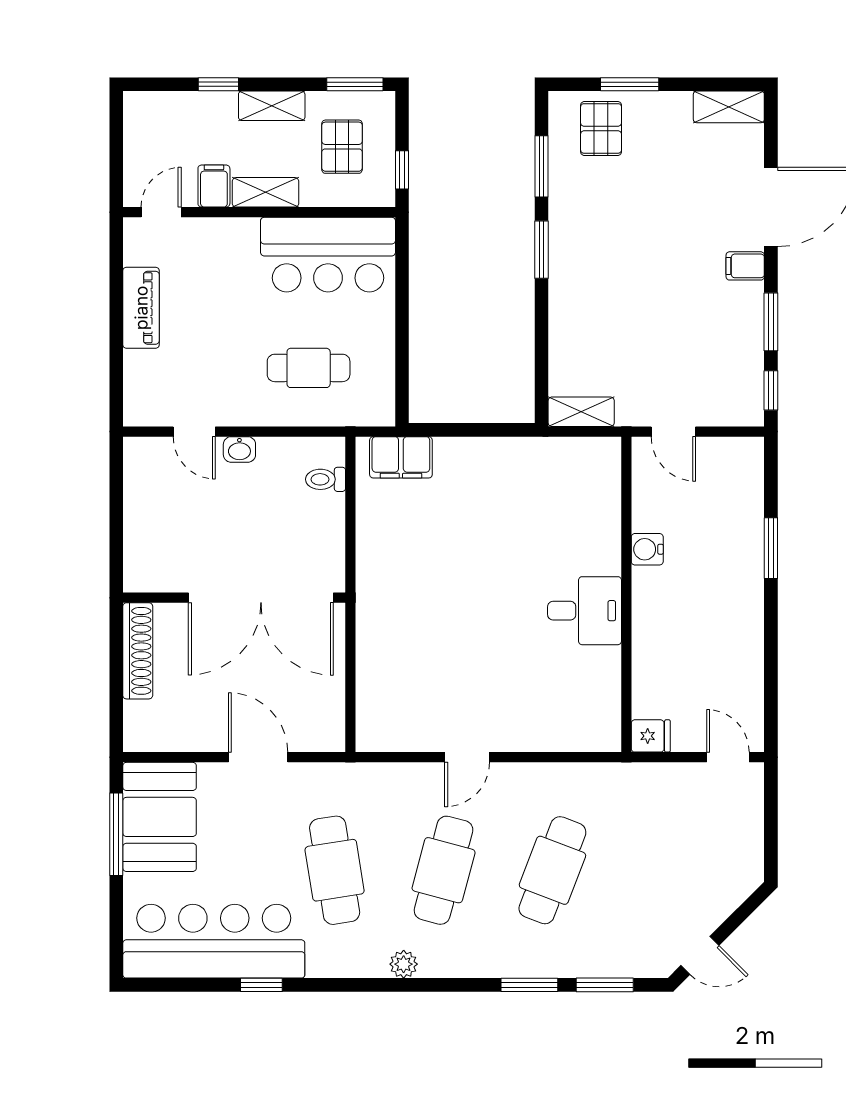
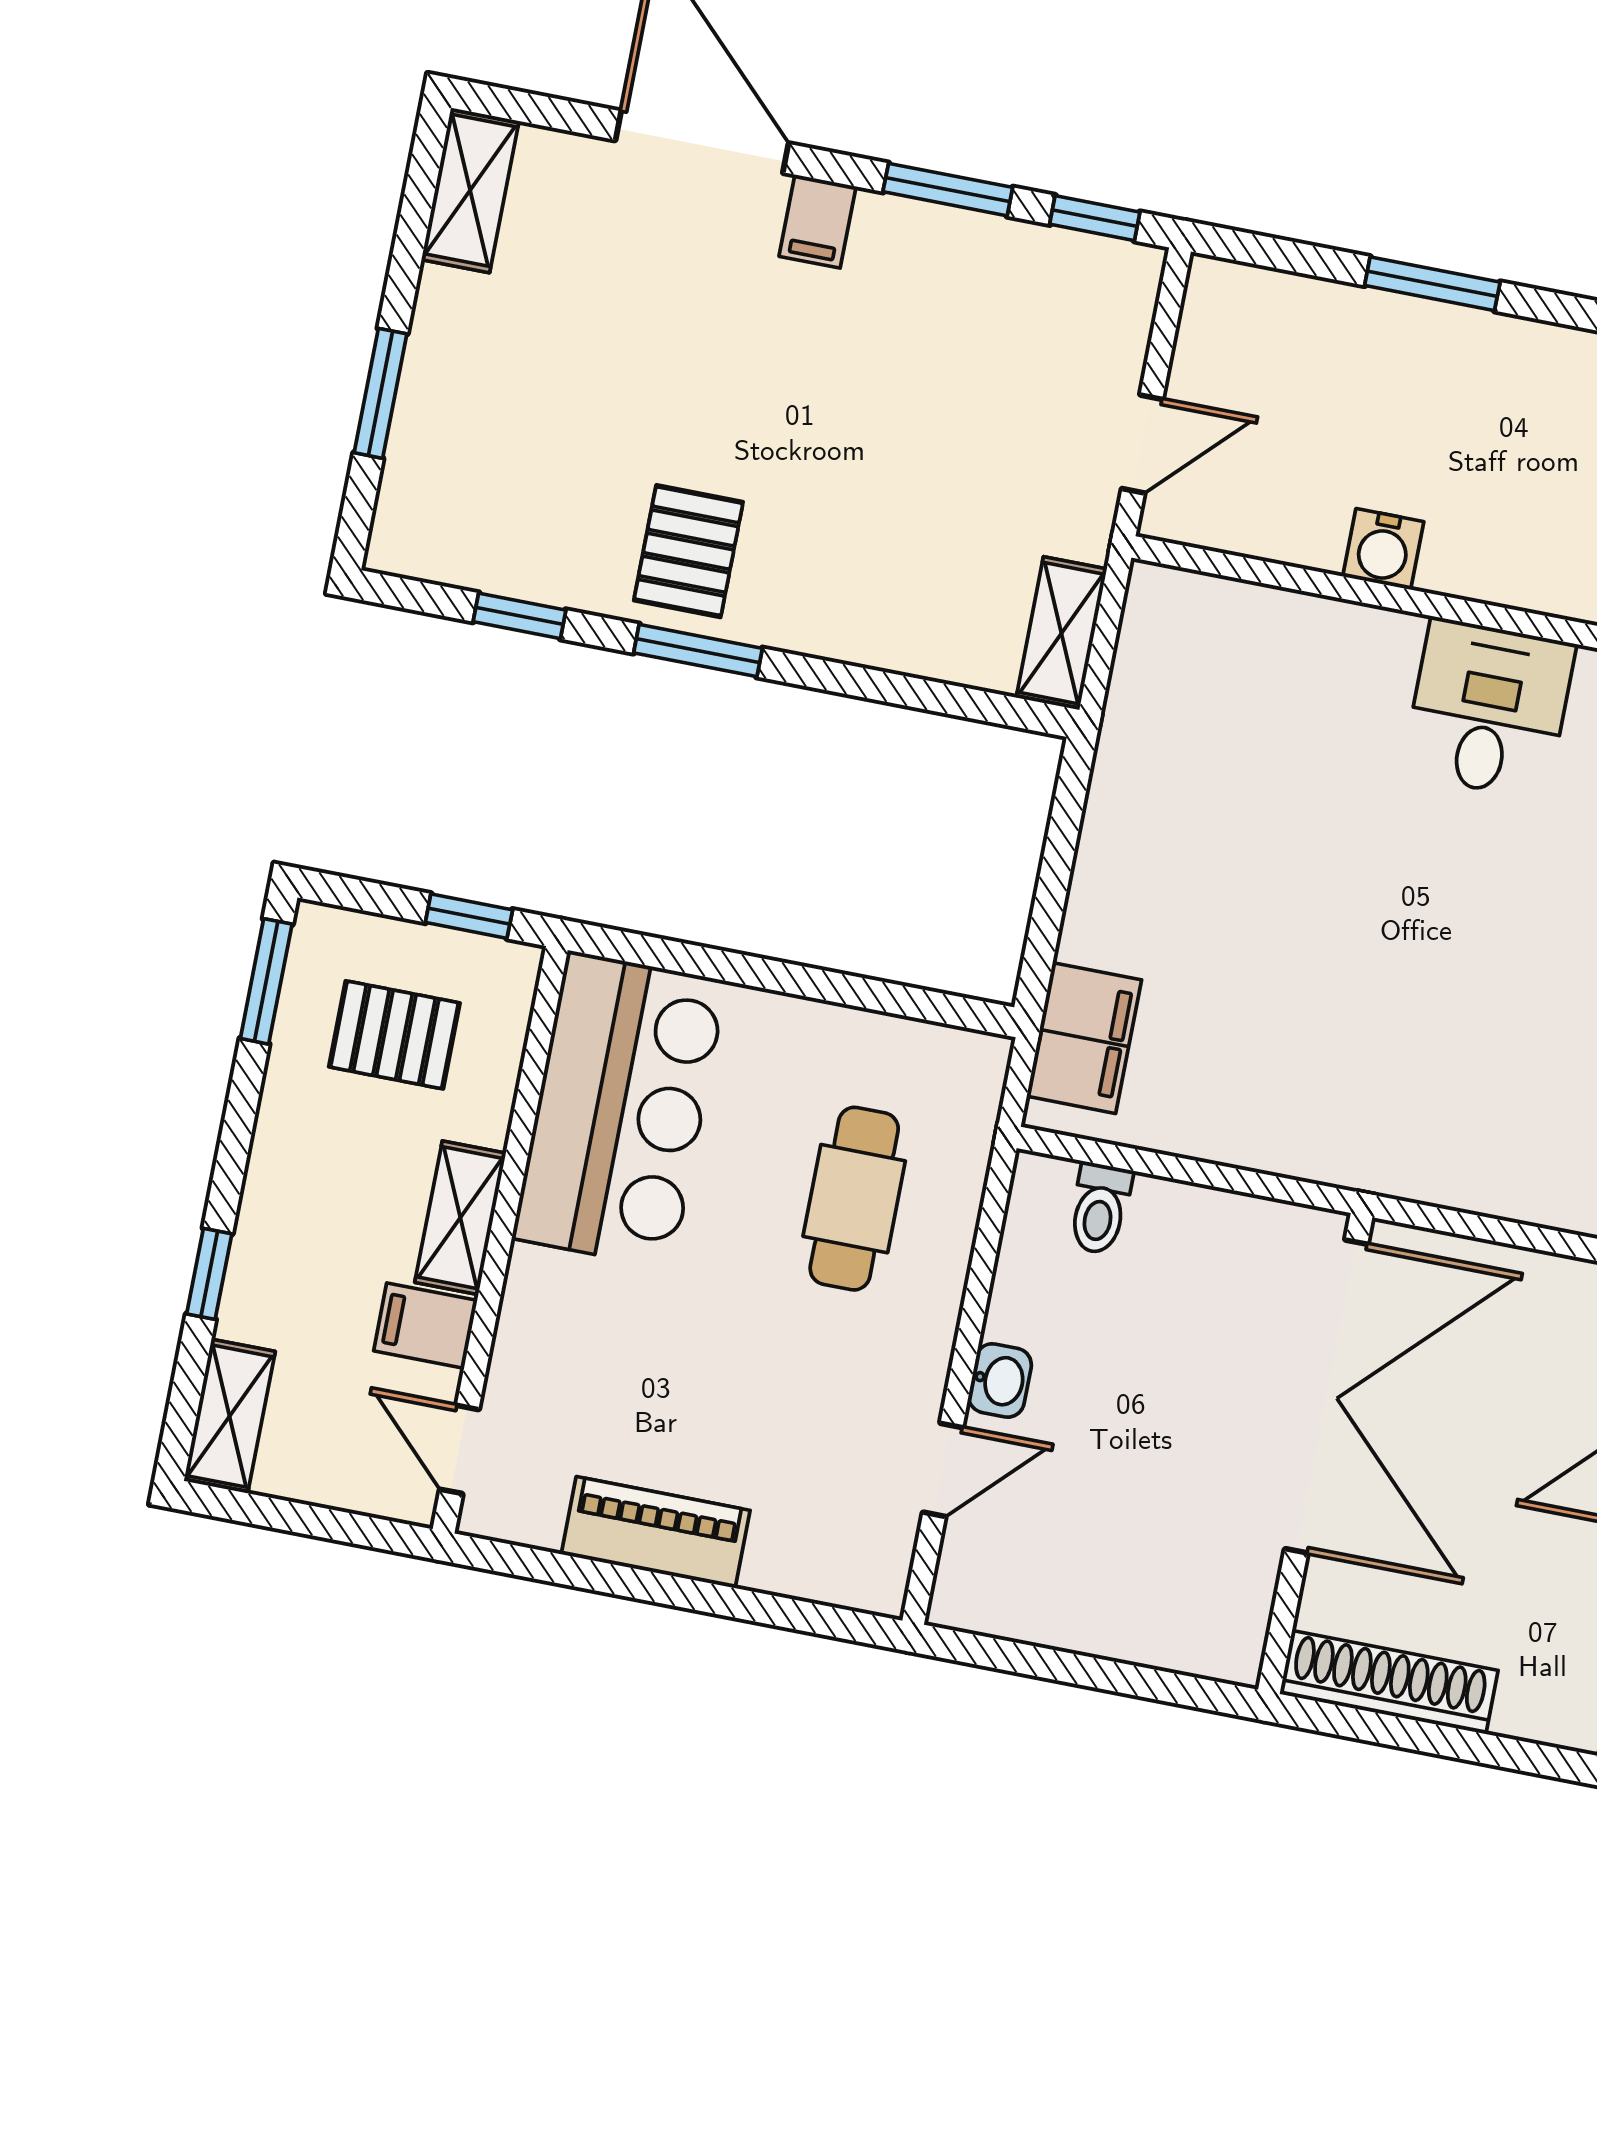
shelving: (272, 106) -> (230, 1416), moved
pallet: (601, 128) -> (688, 551), moved, turned 90
window: (542, 166) -> (519, 616), width x0.67

